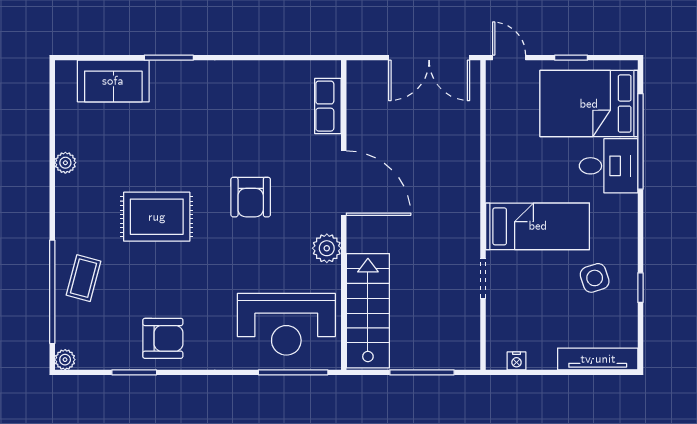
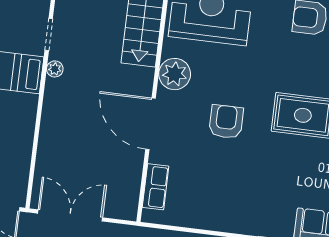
plant: (470, 236) -> (55, 69), added
plant: (327, 248) -> (175, 74), width x1.36, depth x1.36

